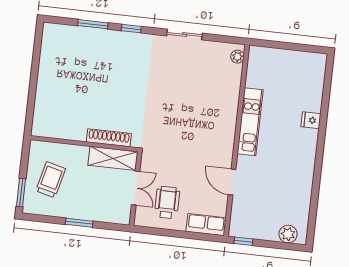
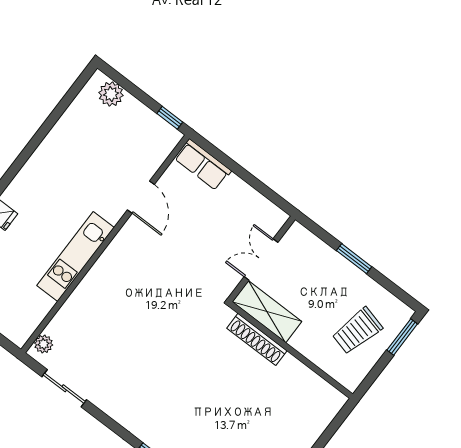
sliding door: (184, 35) -> (64, 388), moved
wheelchair: (167, 202) -> (234, 219), removed

